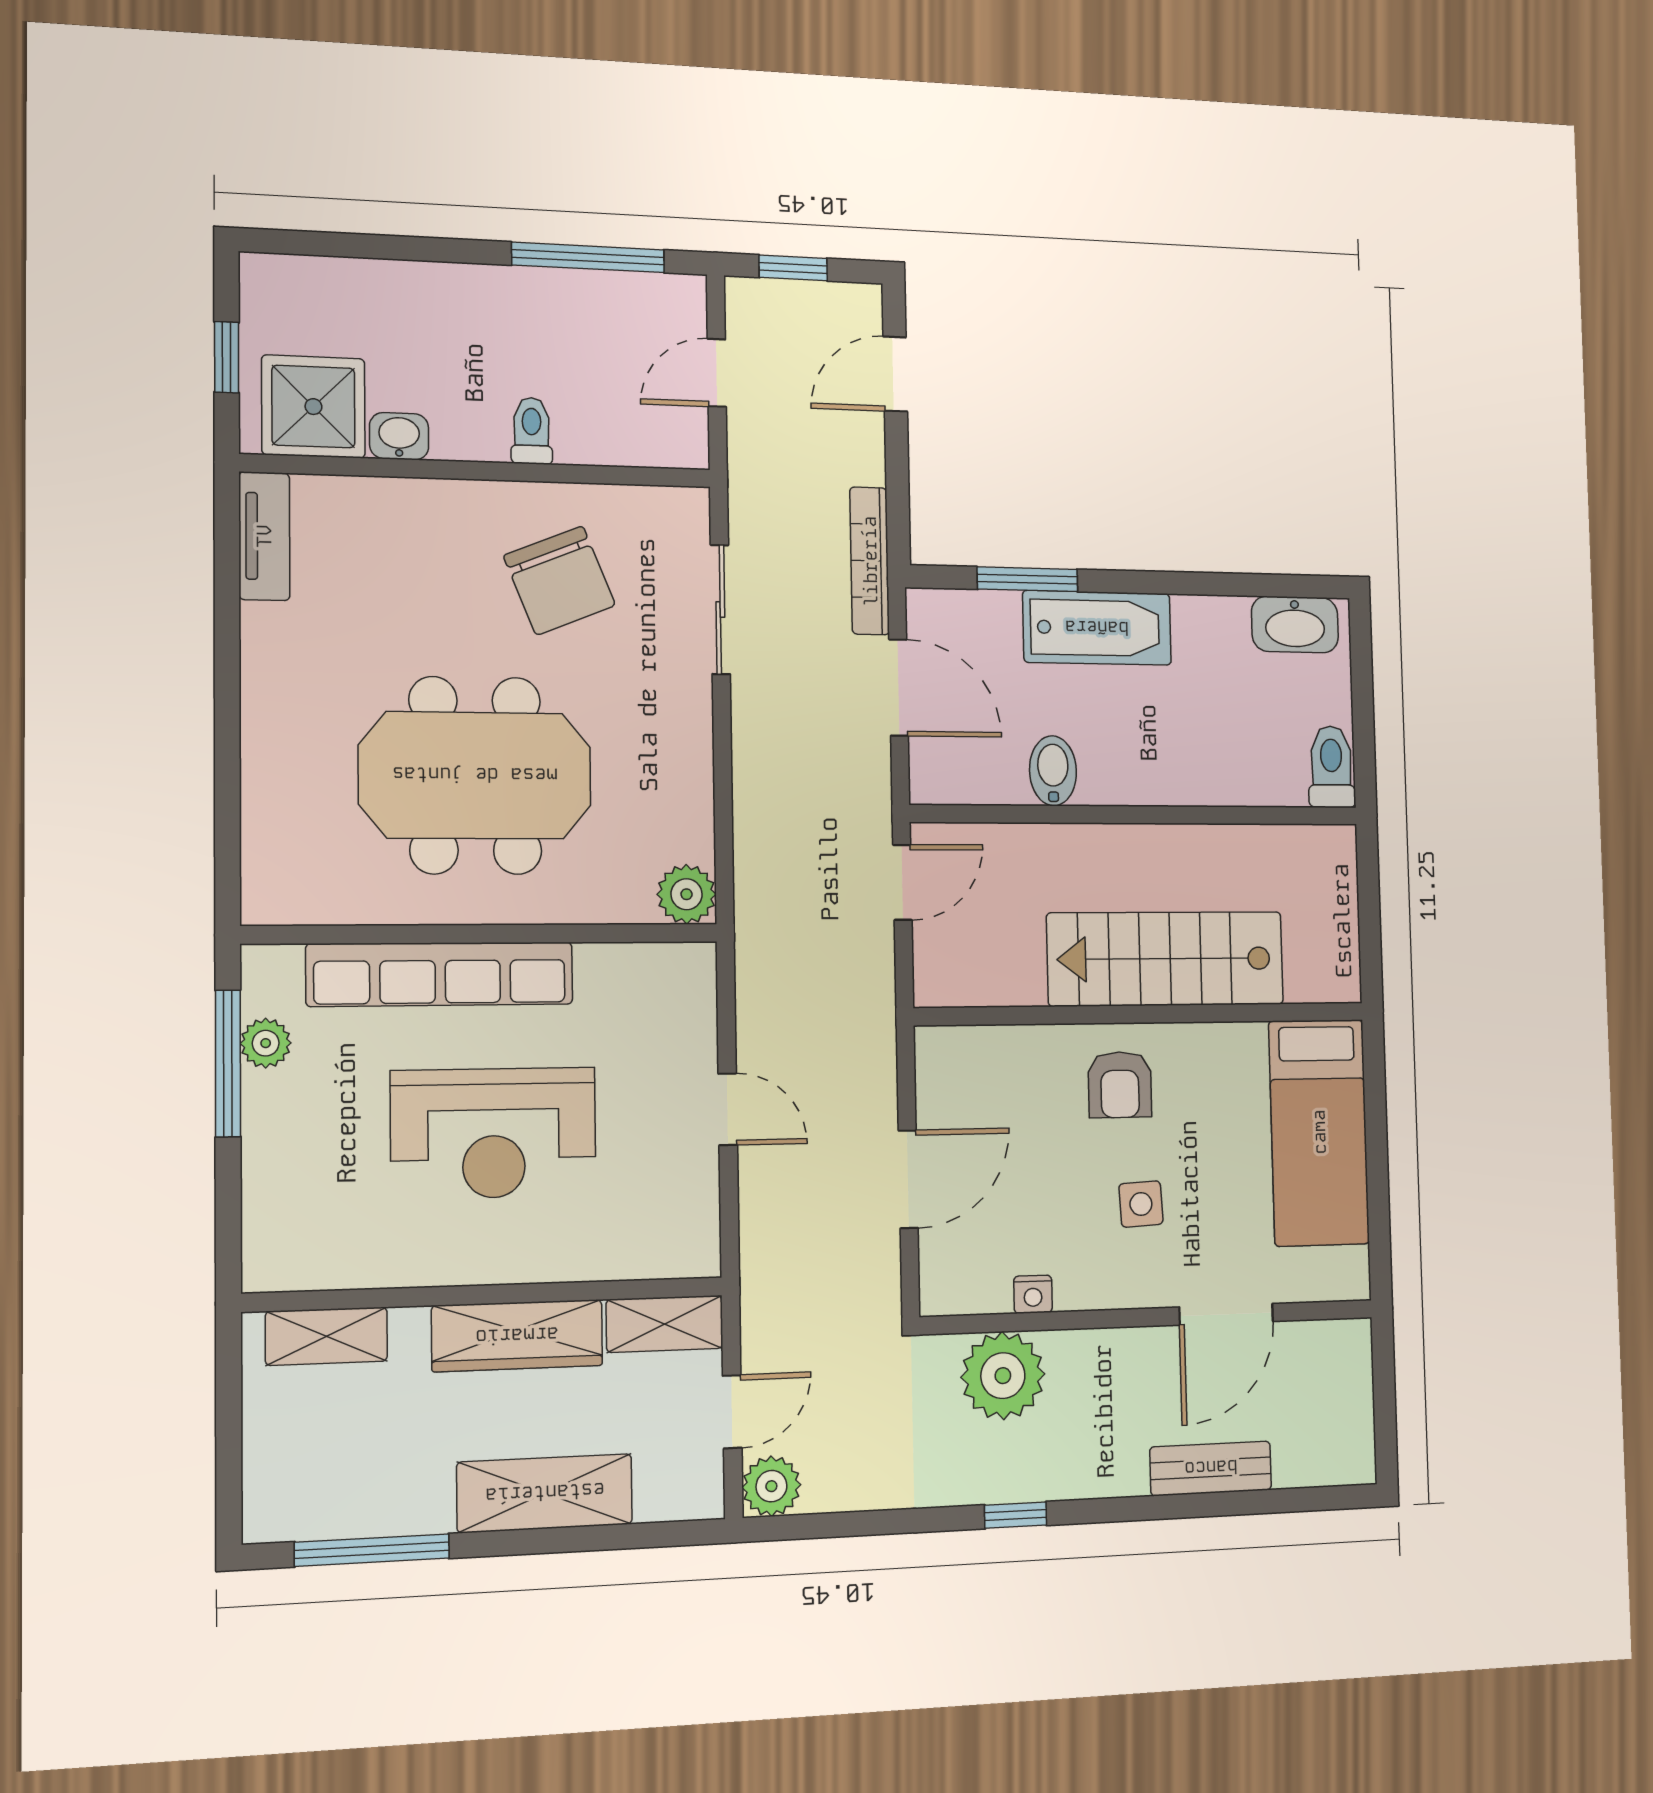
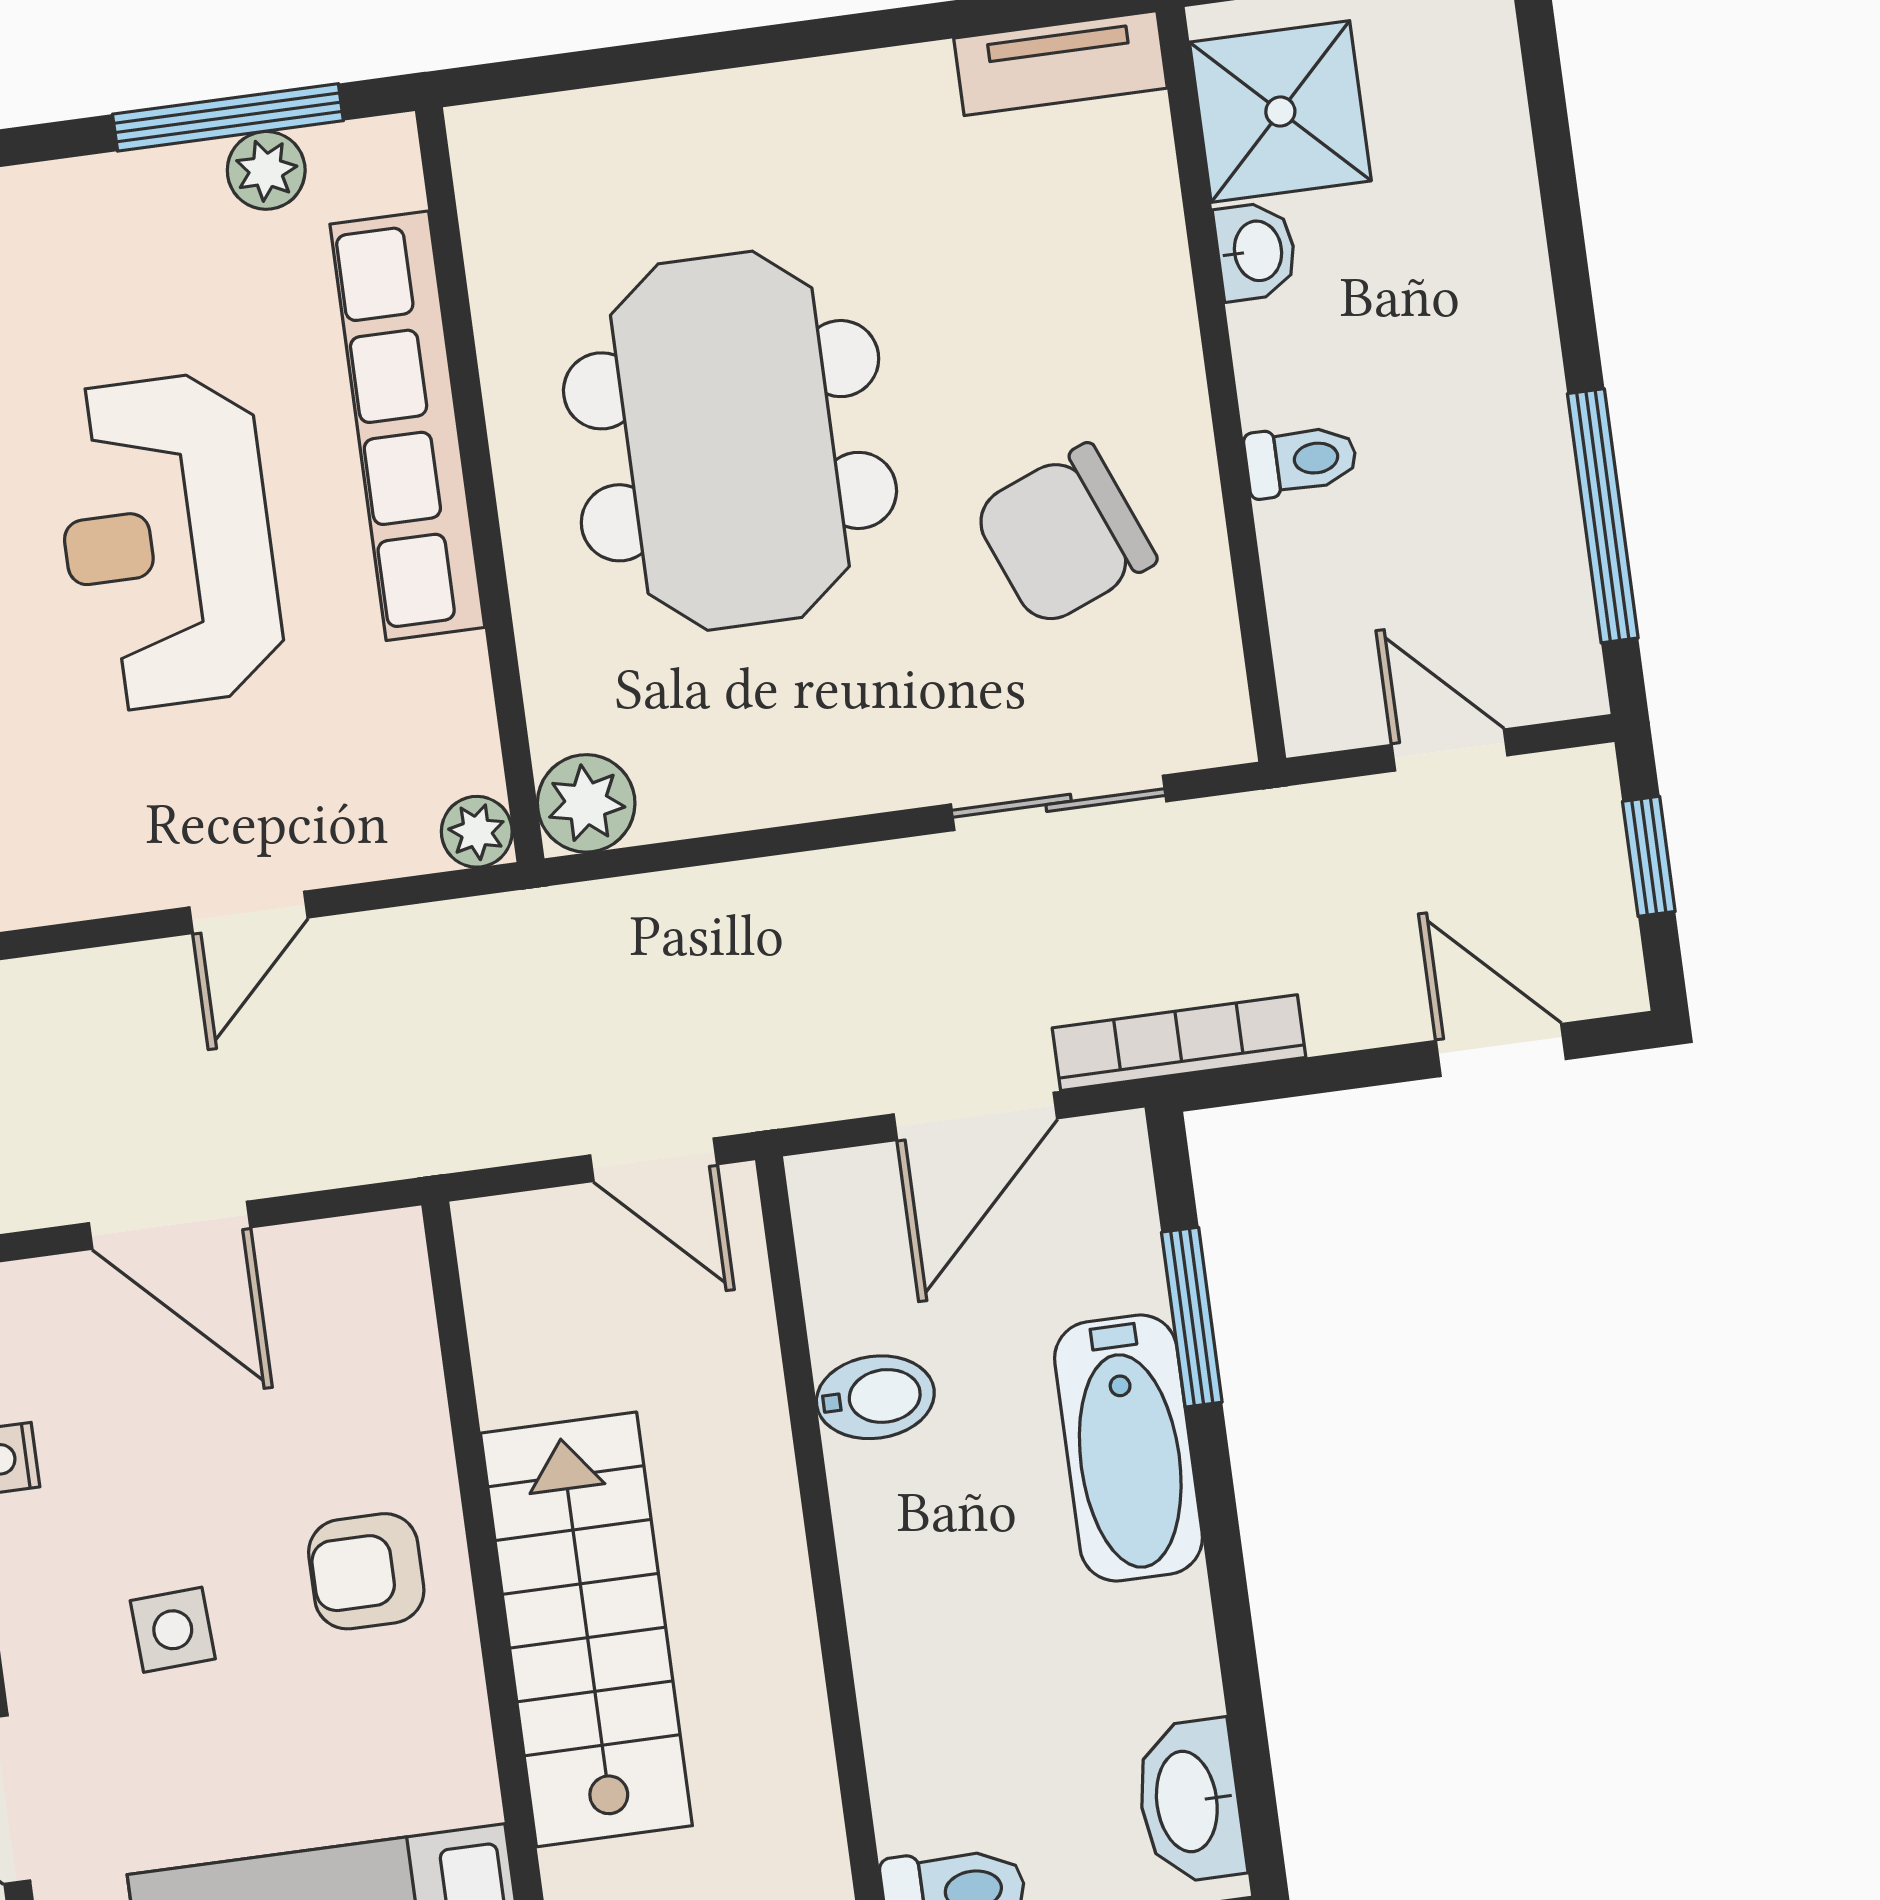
plant: (696, 963) -> (477, 832), added

